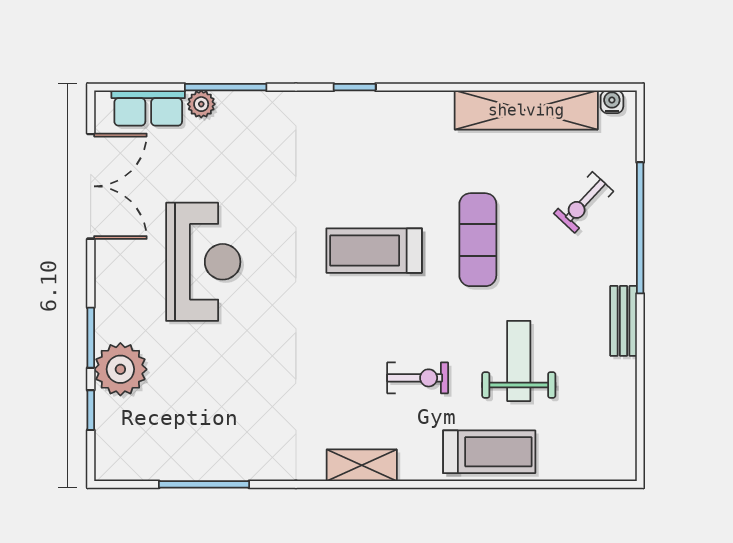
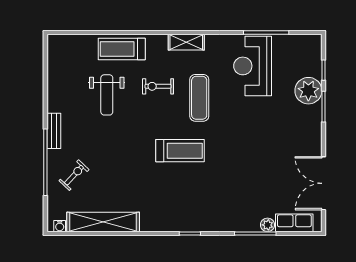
exercise mat: (478, 240) -> (199, 98), moved
reception desk: (203, 262) -> (253, 66), moved
bench: (624, 321) -> (54, 131), moved

